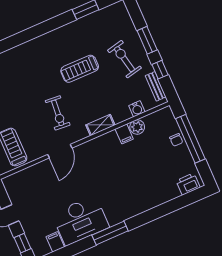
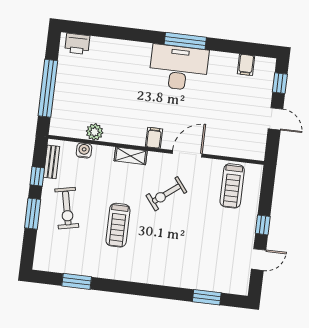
treadmill: (80, 69) -> (118, 225), turned 90
exercise bike: (58, 113) -> (166, 194), turned -133
filing cabinet: (124, 134) -> (154, 138), moved
chair: (176, 140) -> (63, 96), removed
desk: (80, 220) -> (179, 68), moved

